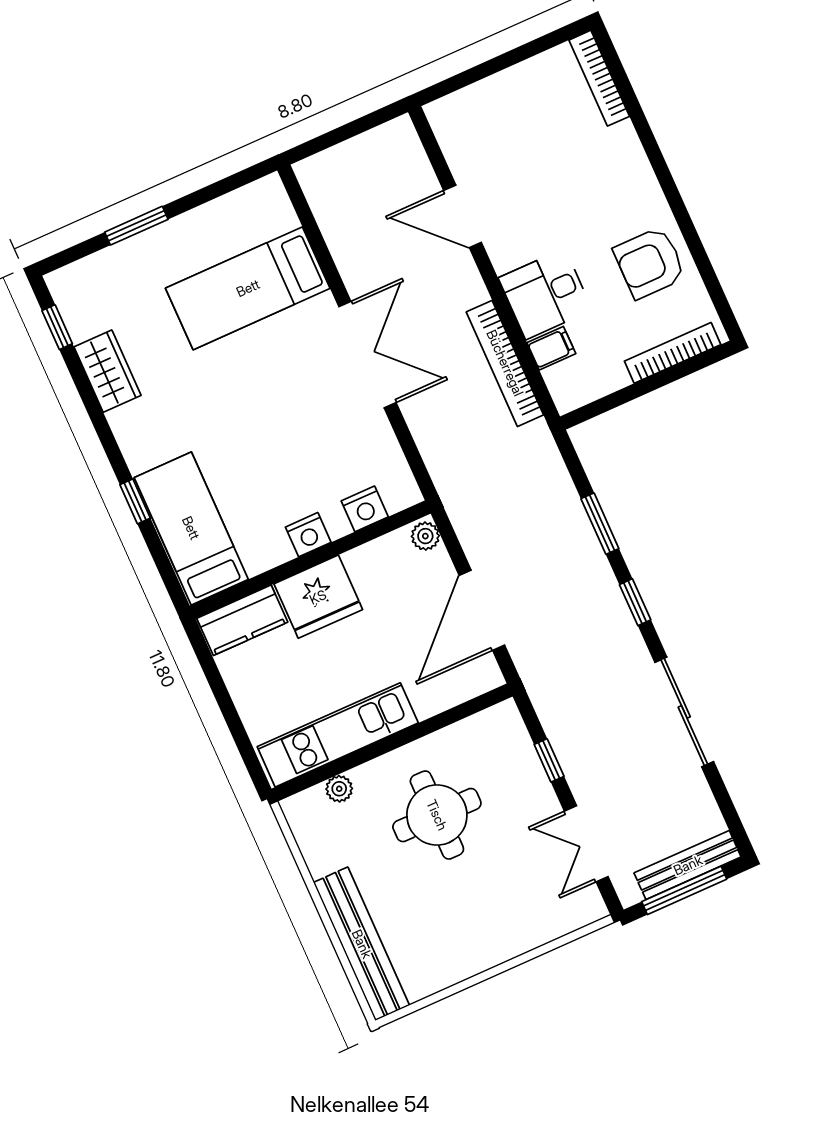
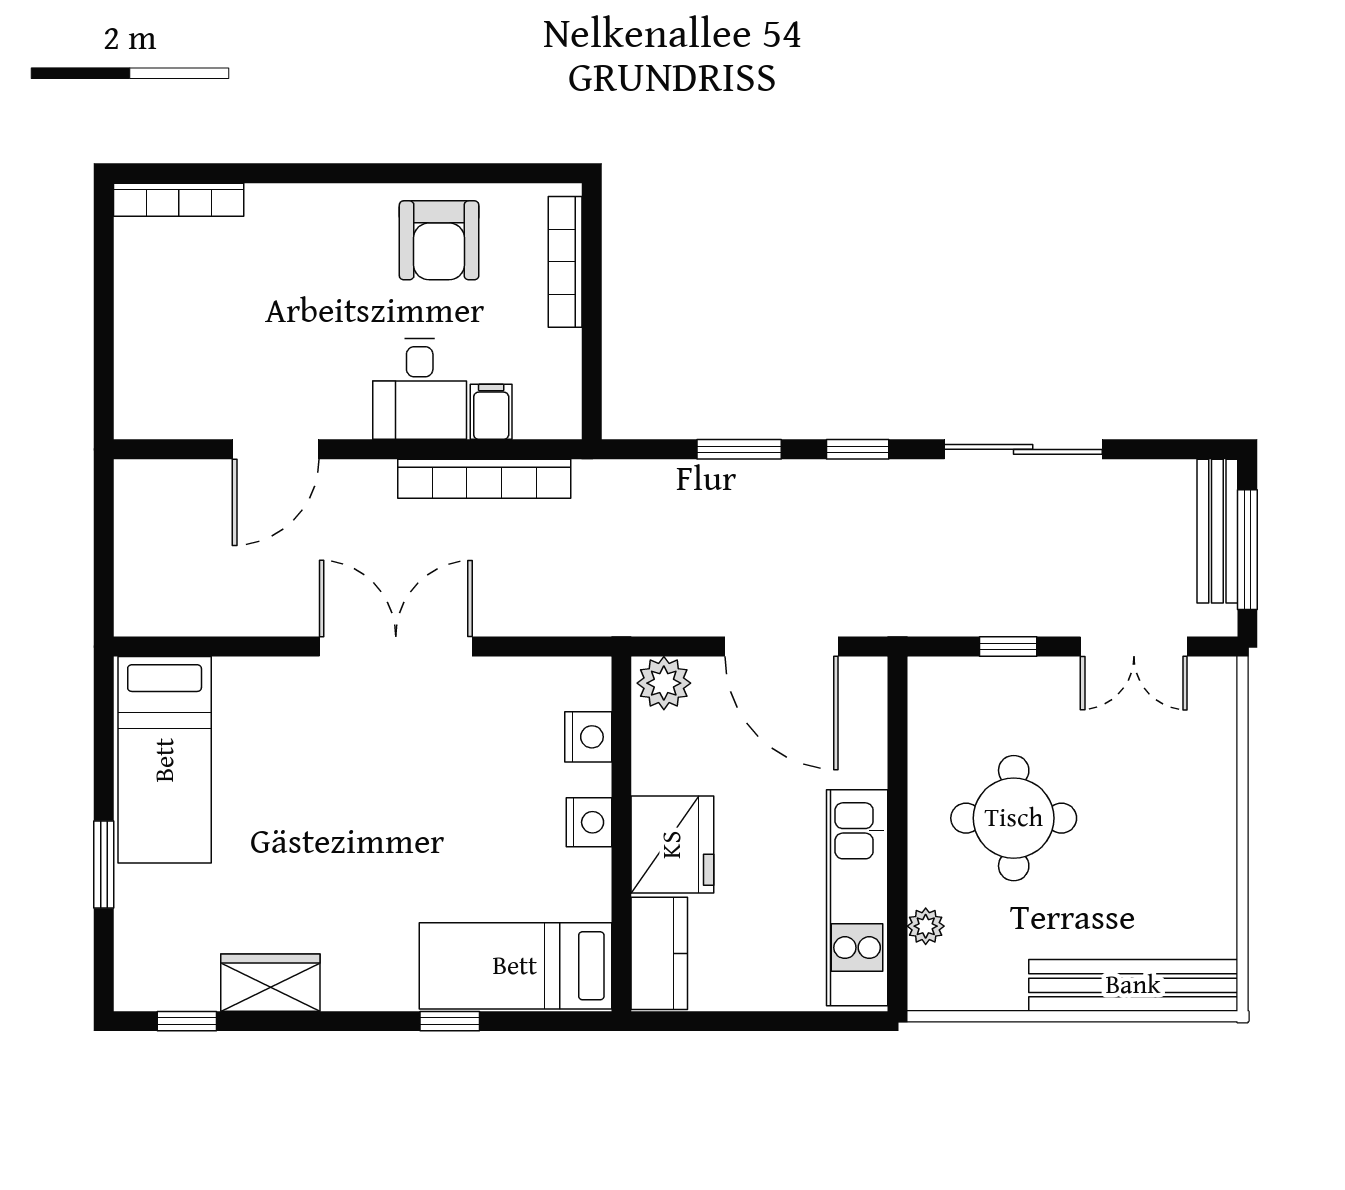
bed: (248, 288) -> (165, 760), moved
plant: (425, 536) -> (664, 683), width x1.38, depth x1.38

